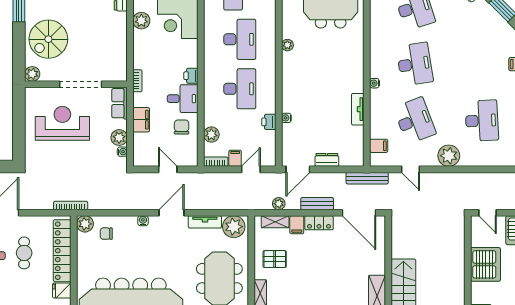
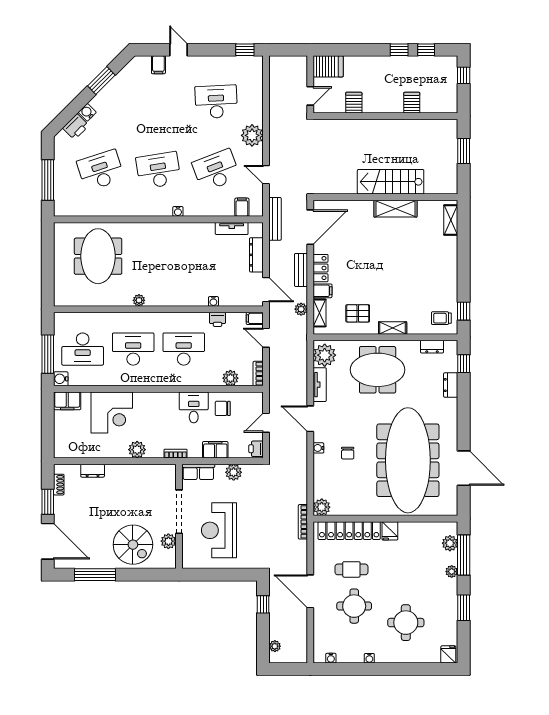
plant: (141, 21) -> (137, 450), moved
plant: (32, 74) -> (168, 541), moved
printer: (191, 76) -> (256, 449), moved, turned 90
tv unit: (358, 109) -> (232, 228), moved
water cooler: (122, 152) -> (248, 469), removed
filing cabinet: (235, 158) -> (255, 318), moved
dresser: (327, 160) -> (256, 255), width x1.44
door: (410, 169) -> (266, 175), swing flipped
chair: (106, 234) -> (348, 453), moved
pallet: (275, 259) -> (358, 313), turned 90
server rack: (485, 264) -> (354, 103), width x0.46, depth x0.70

